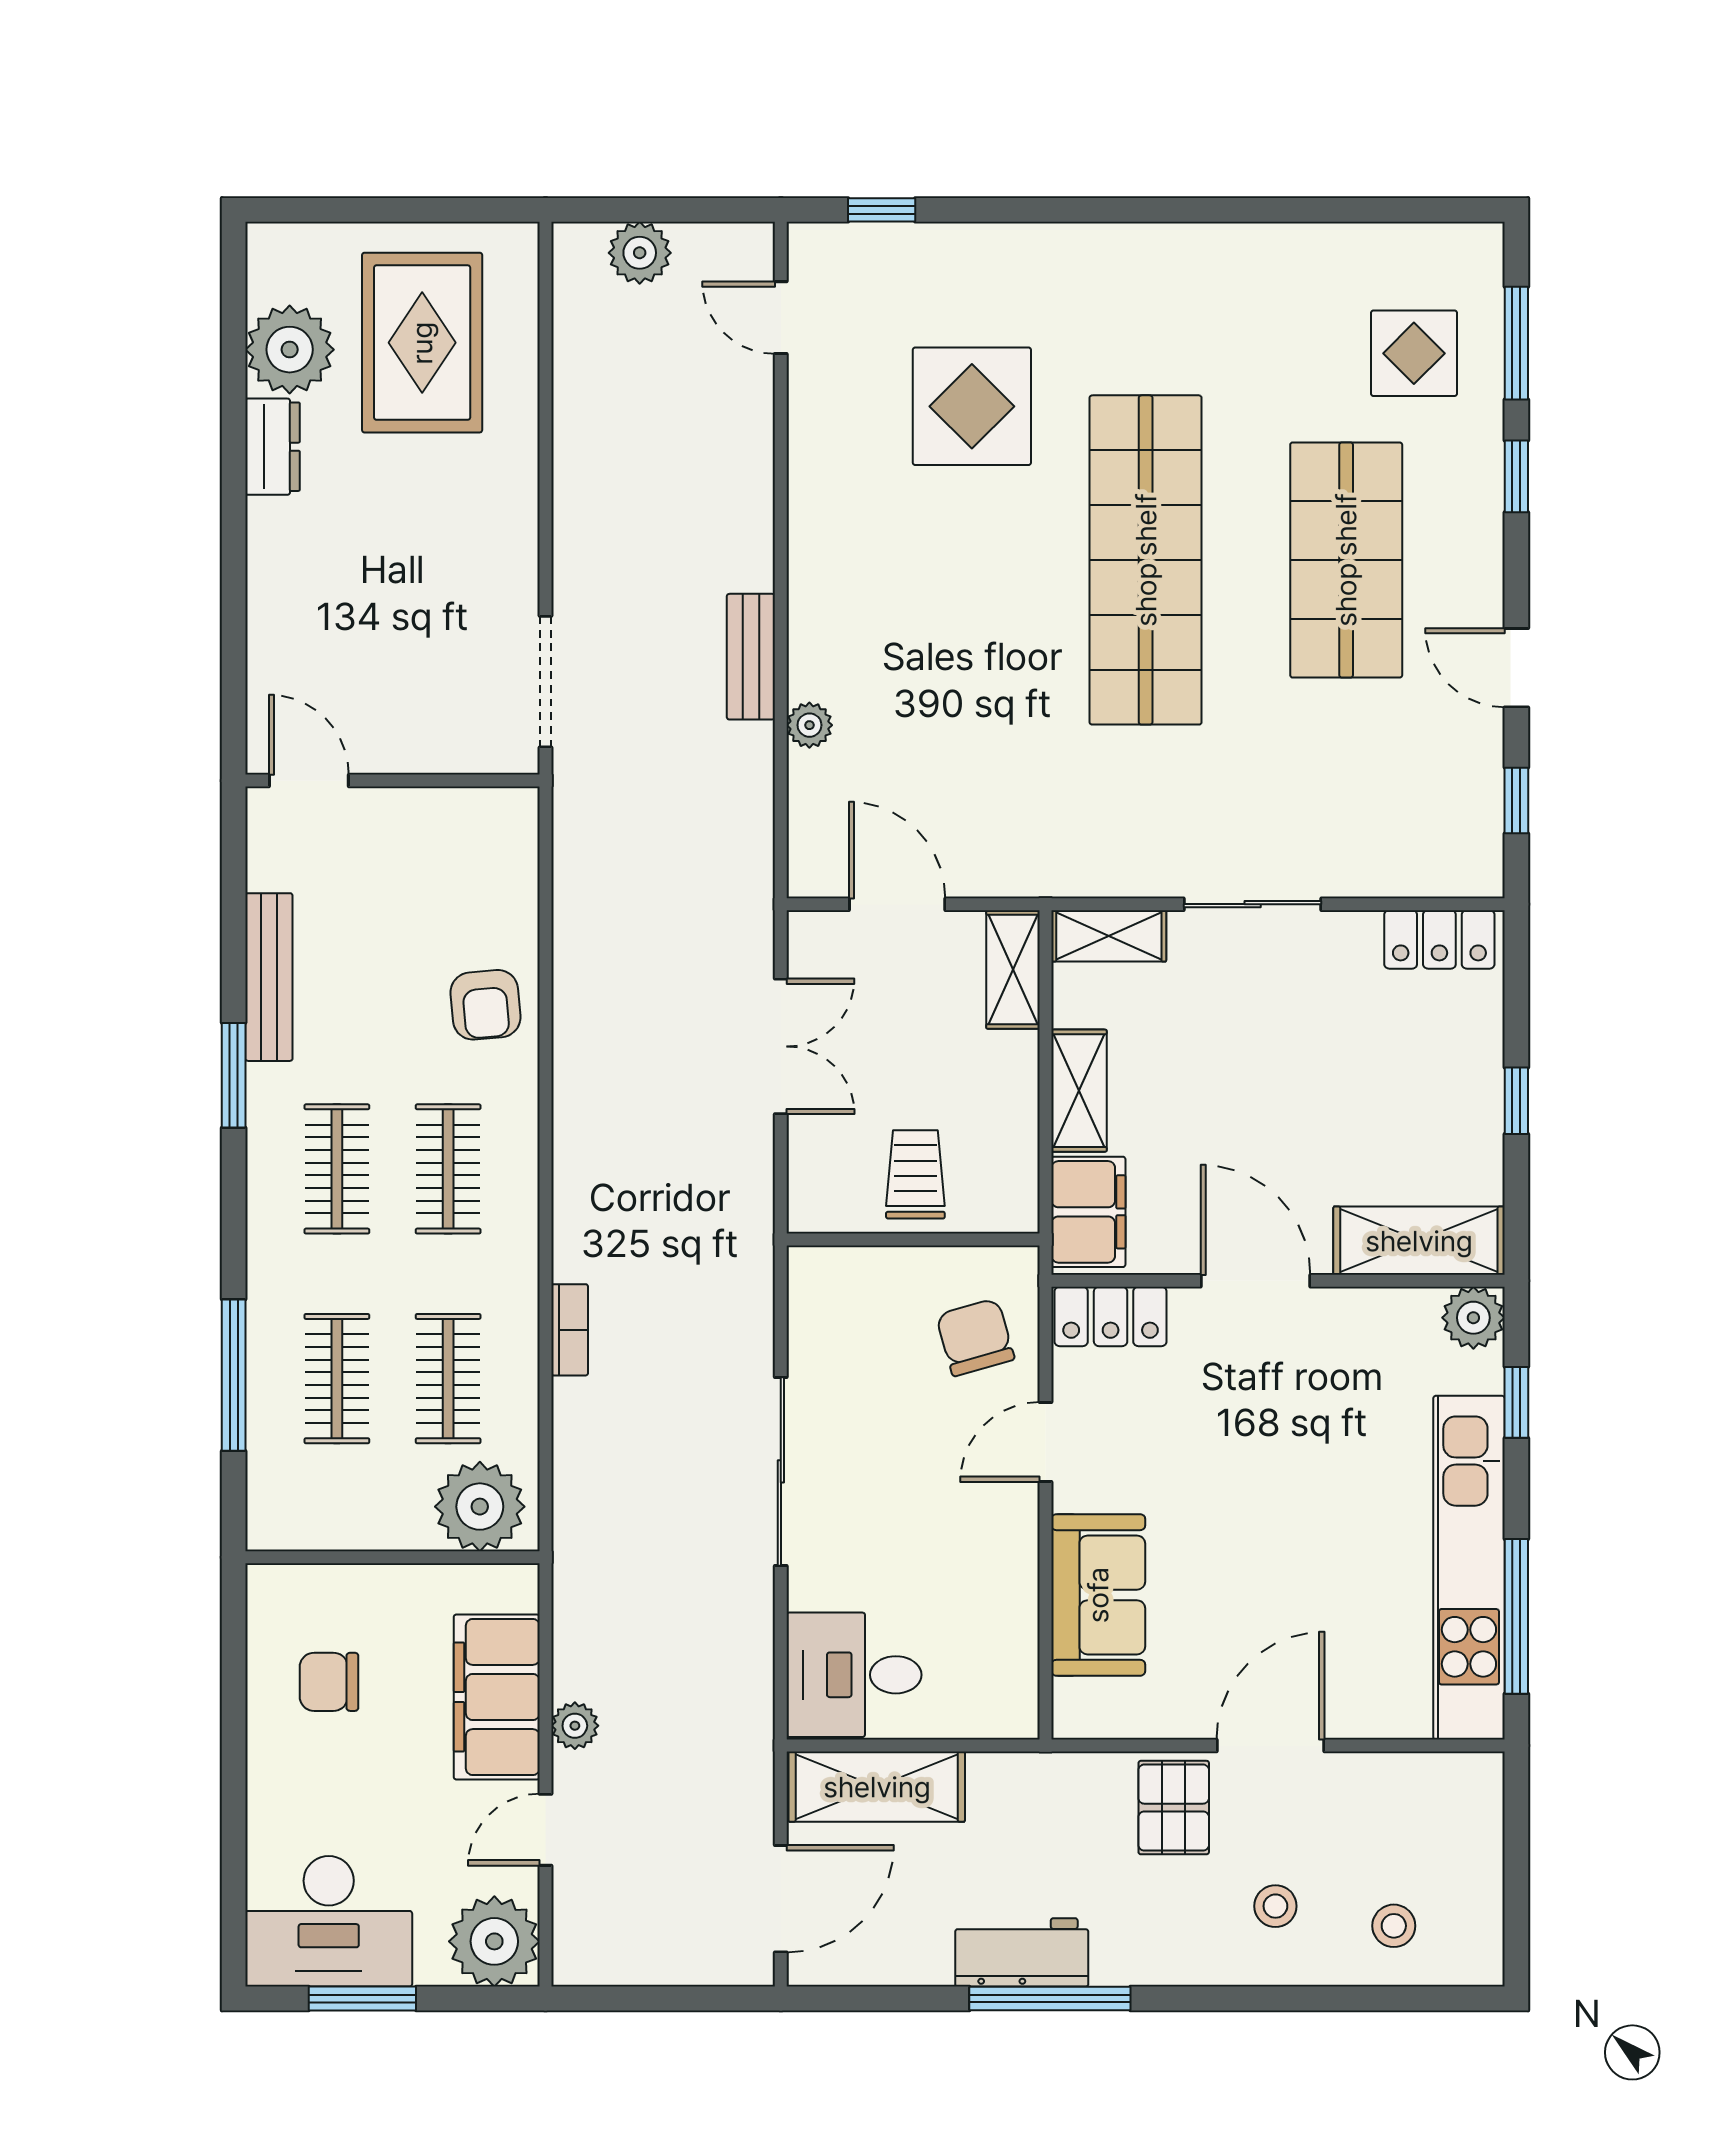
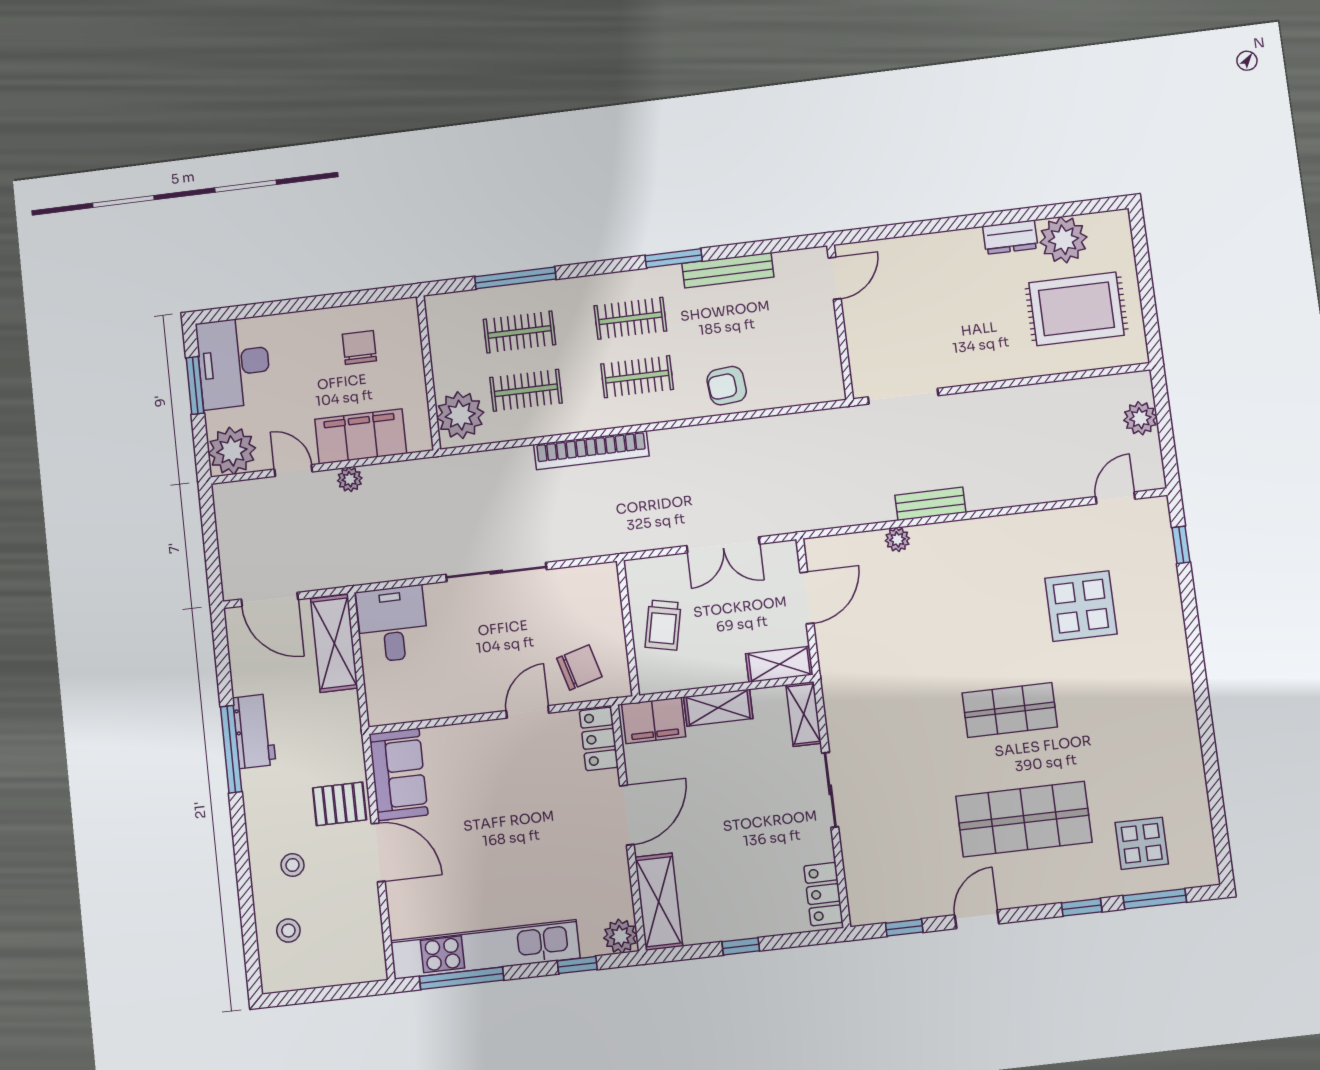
shop shelf: (1146, 560) -> (1010, 710), width x0.50, depth x0.74
trolley: (915, 1174) -> (663, 625), turned 102
bookcase: (570, 1330) -> (591, 450), width x2.31, depth x1.31
door: (1046, 1442) -> (528, 712), hinge flipped
sofa: (1098, 1595) -> (398, 774), moved, turned -90

